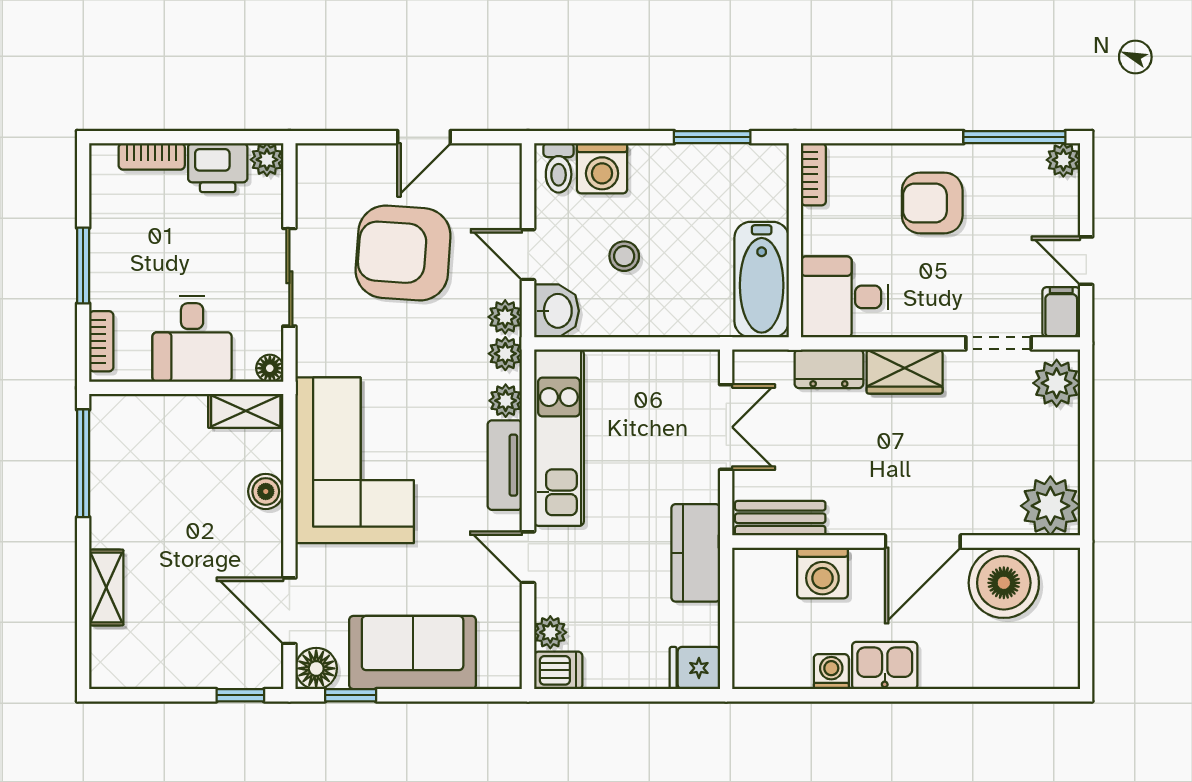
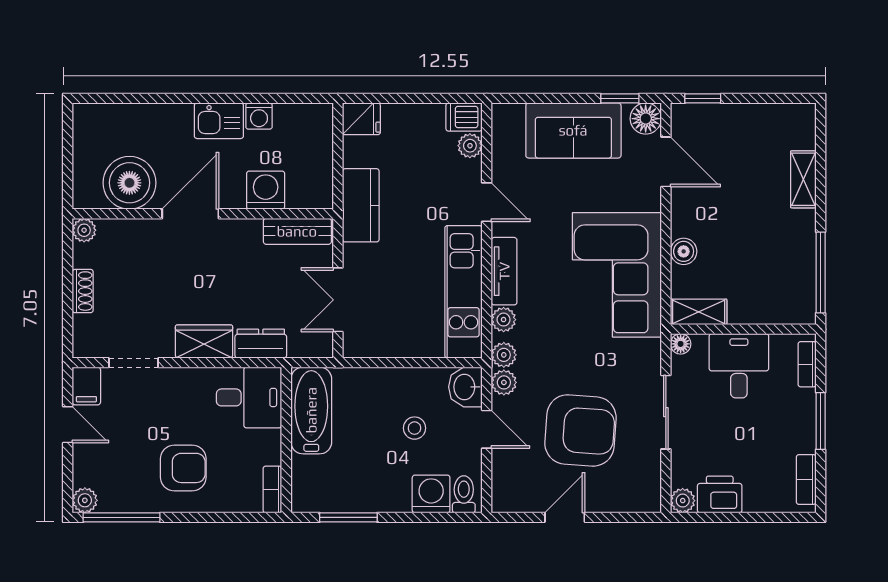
bookcase: (152, 156) -> (806, 480), moved, turned -90
plant: (1057, 383) -> (90, 333), removed
shoe rack: (1066, 439) -> (83, 291), added
plant: (1050, 506) -> (84, 230), width x0.53, depth x0.53

